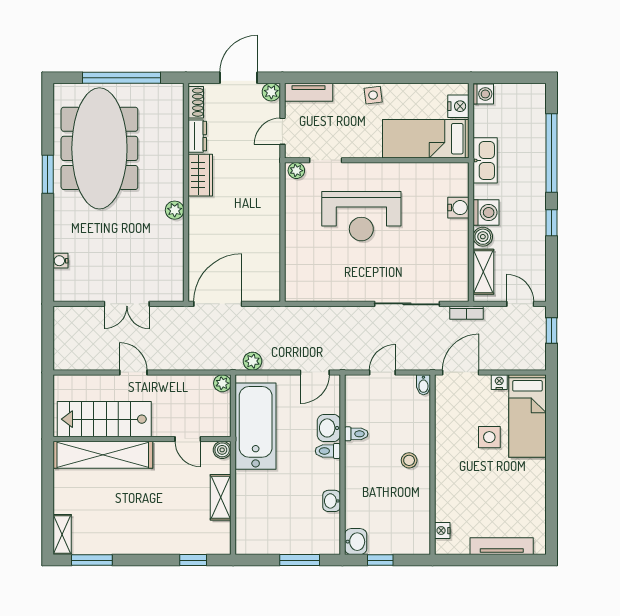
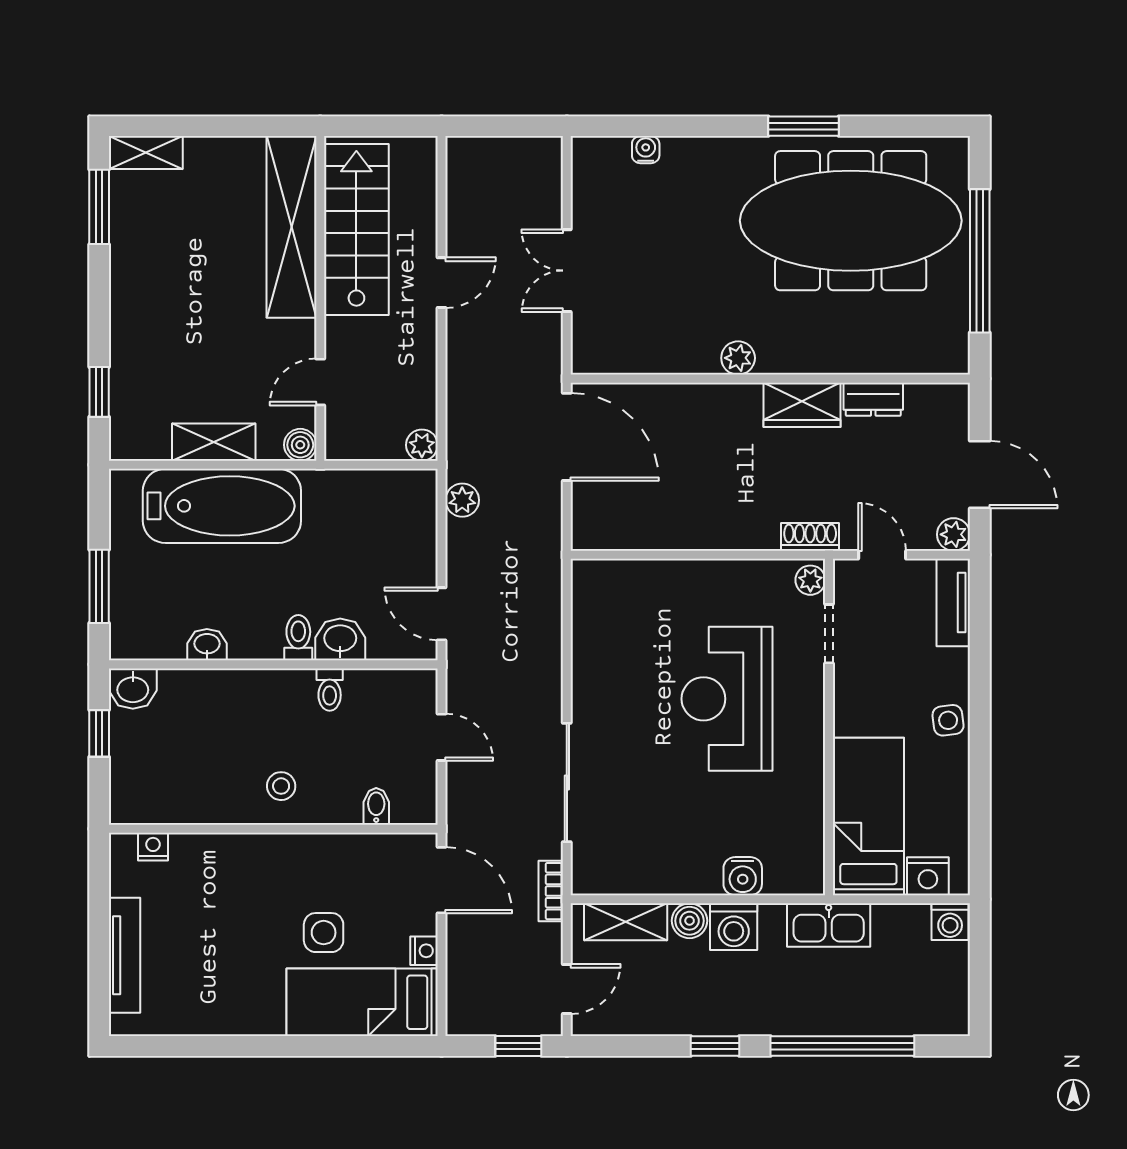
shoe rack: (196, 102) -> (810, 537), moved, turned 180
bidet: (423, 385) -> (376, 806), moved, turned 90
bathtub: (256, 426) -> (222, 506), moved

